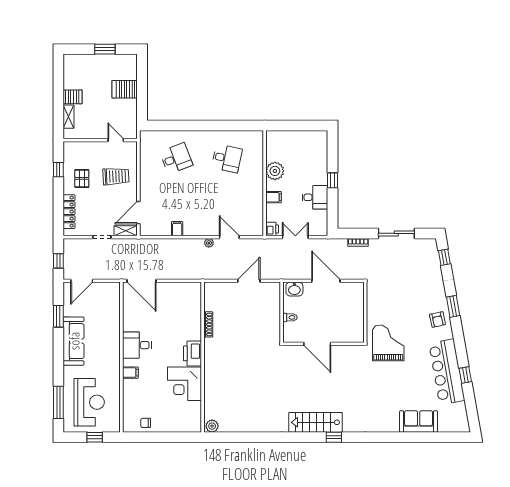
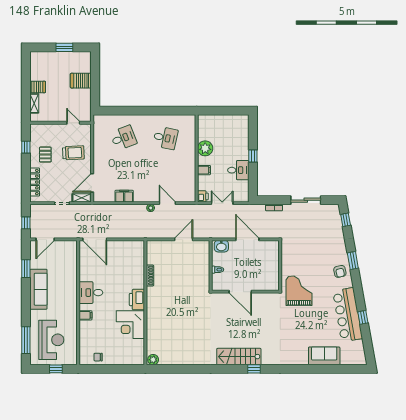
filing cabinet: (177, 229) -> (124, 196), width x2.00

